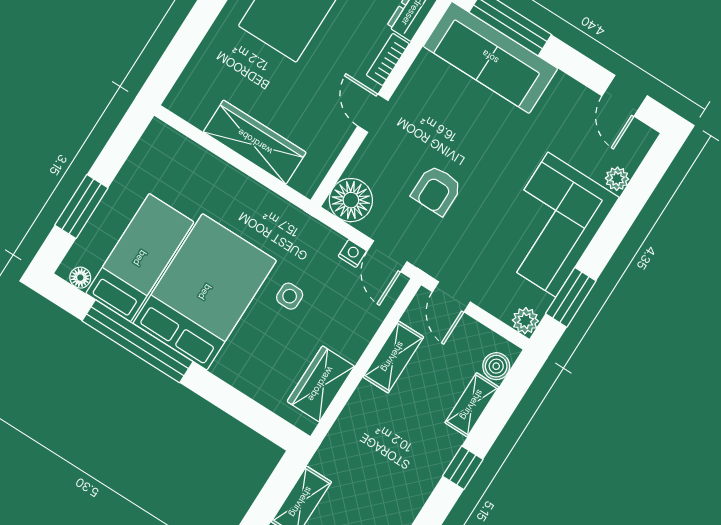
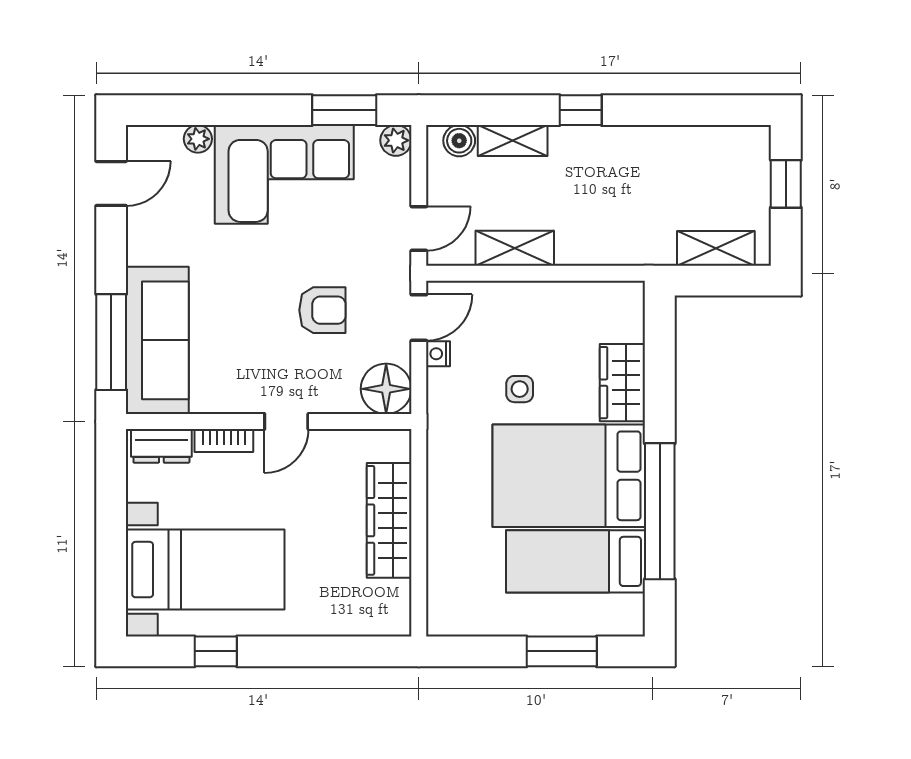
floor lamp: (80, 278) -> (633, 608), removed
wardrobe: (321, 384) -> (622, 383), moved, turned 90

